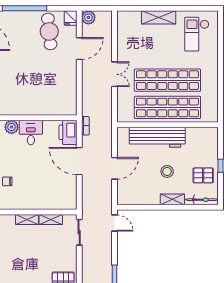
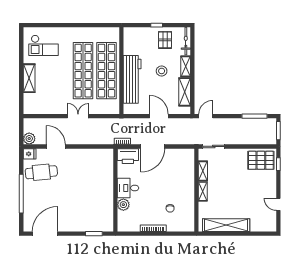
shelving: (143, 198) -> (185, 92), added

